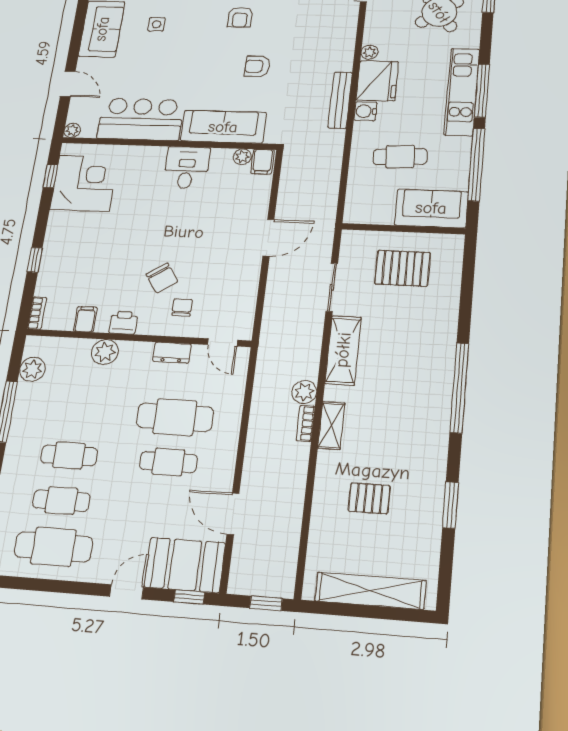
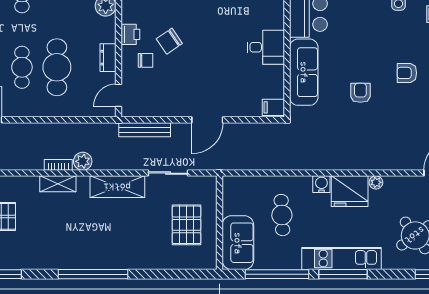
bench: (340, 100) -> (145, 130), moved
plant: (242, 157) -> (277, 91), removed
door: (268, 238) -> (207, 120), hinge flipped
printer: (123, 323) -> (130, 34), moved

